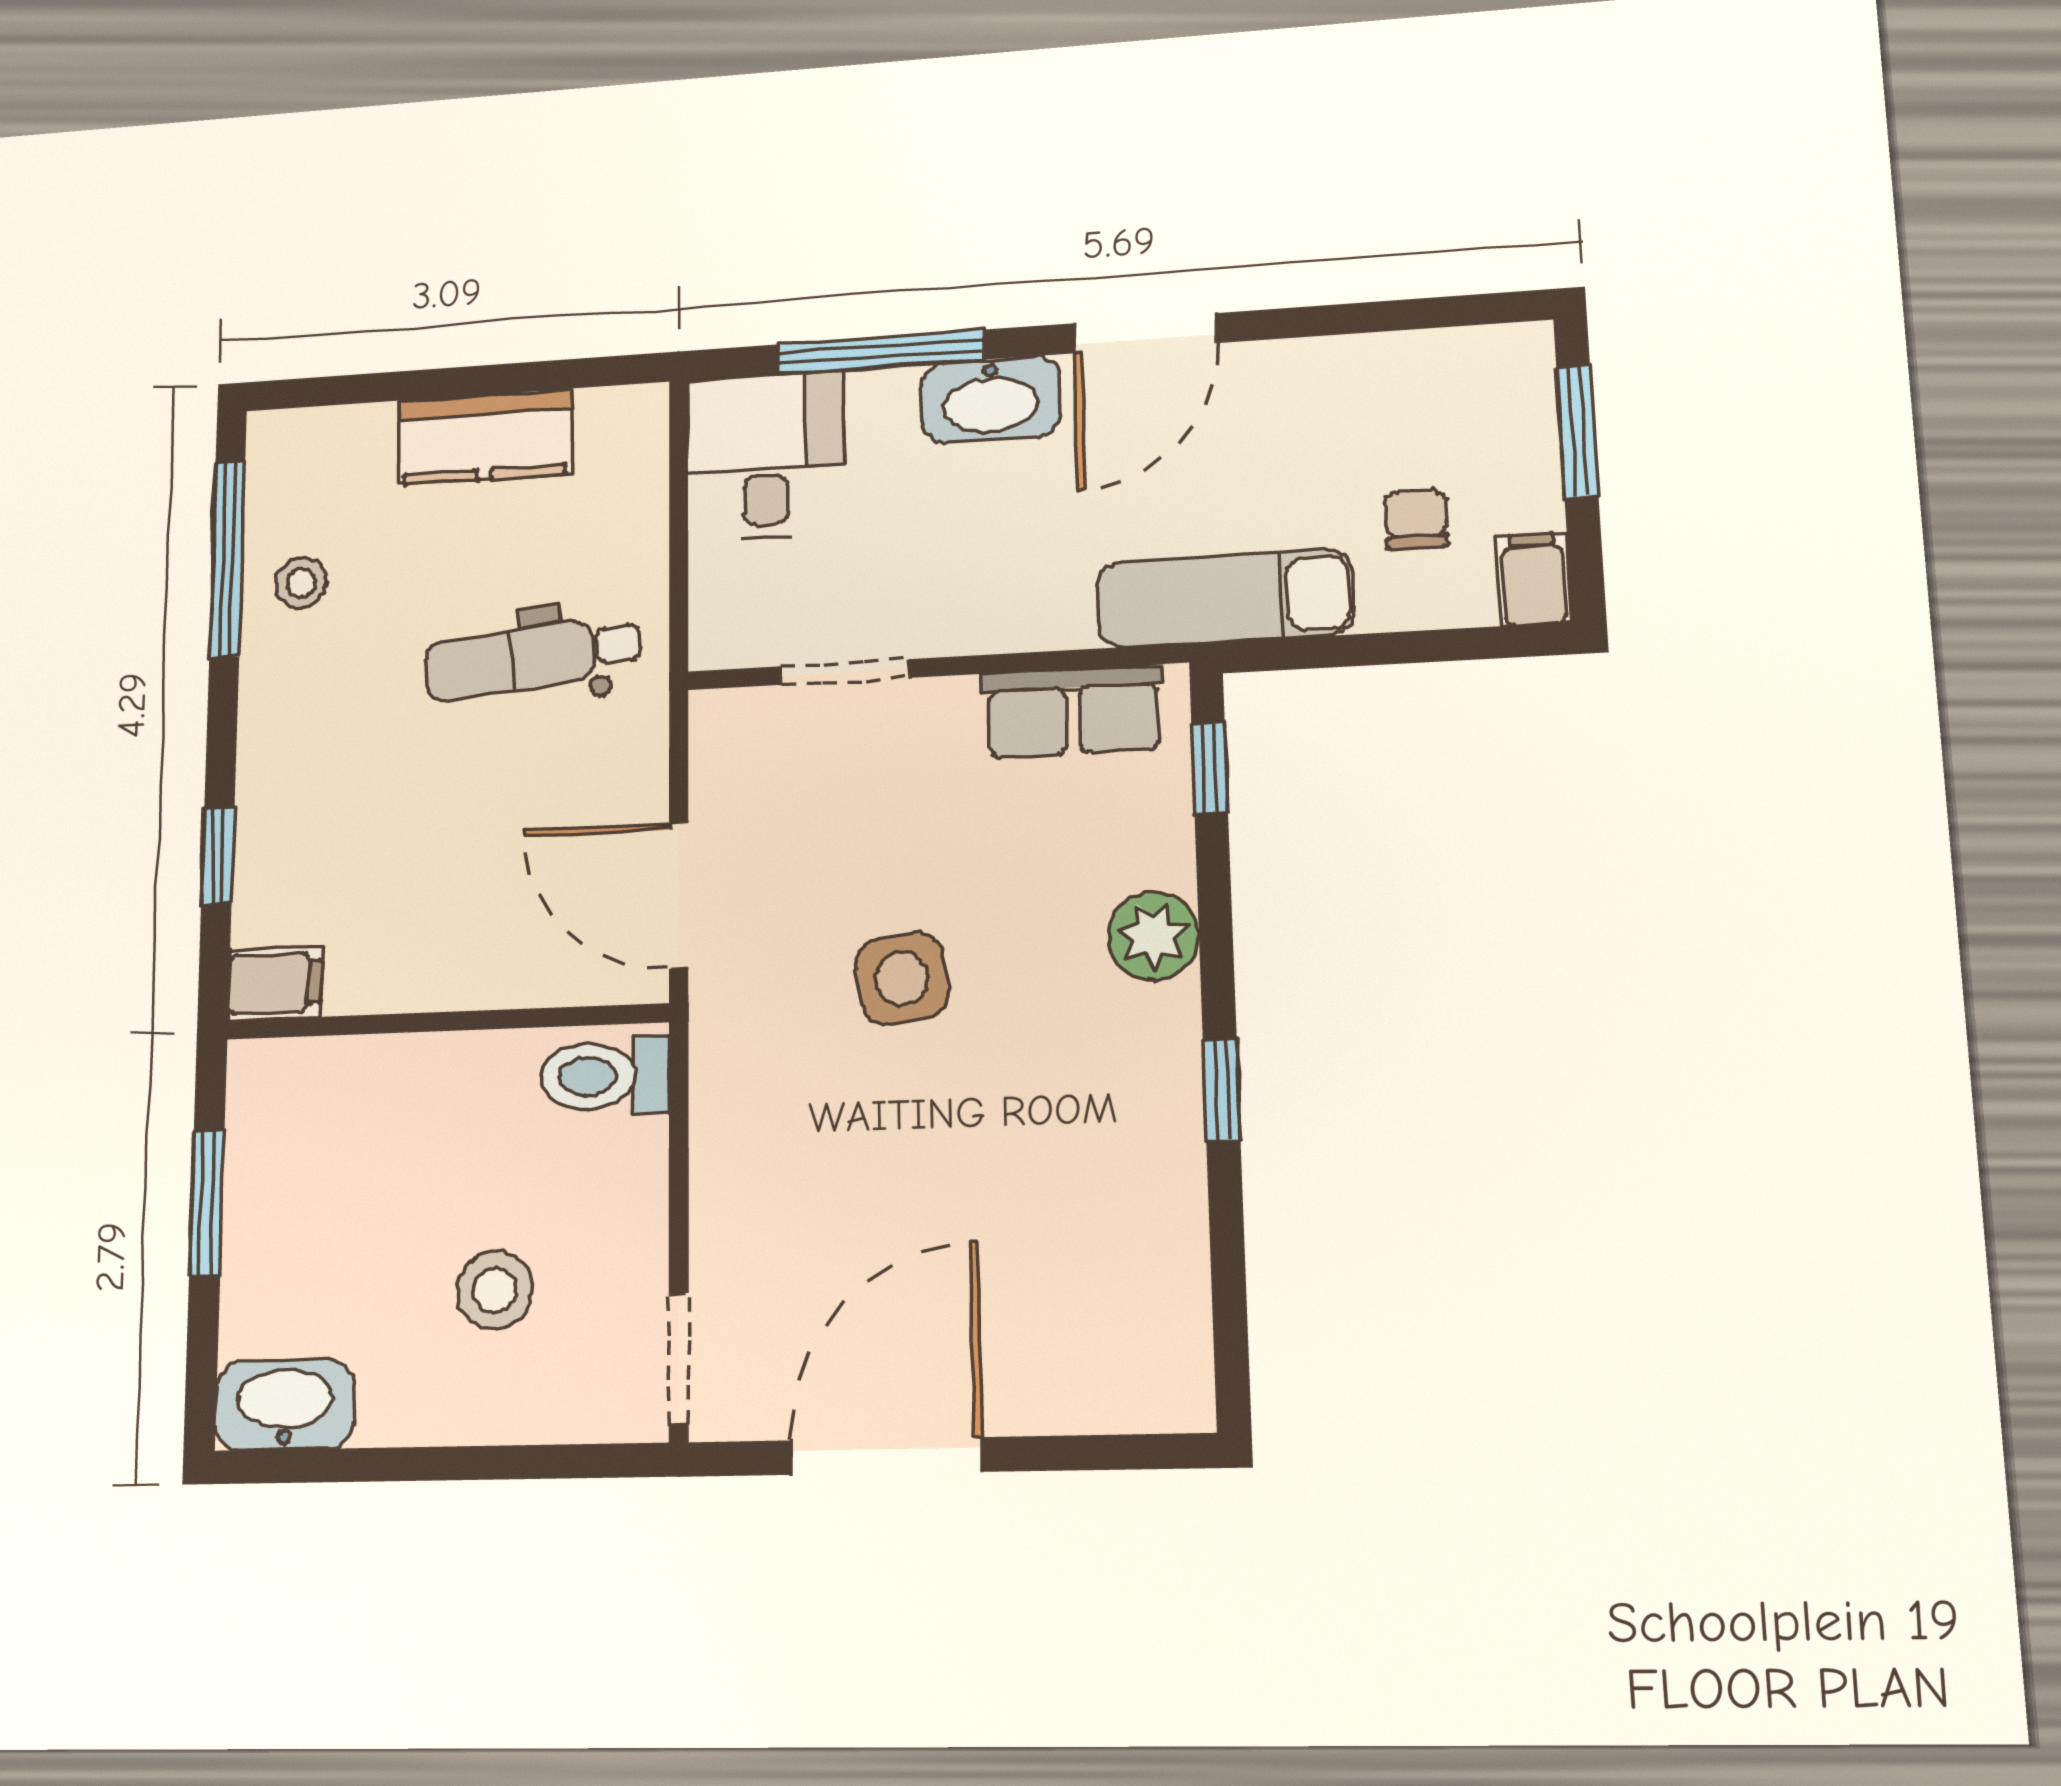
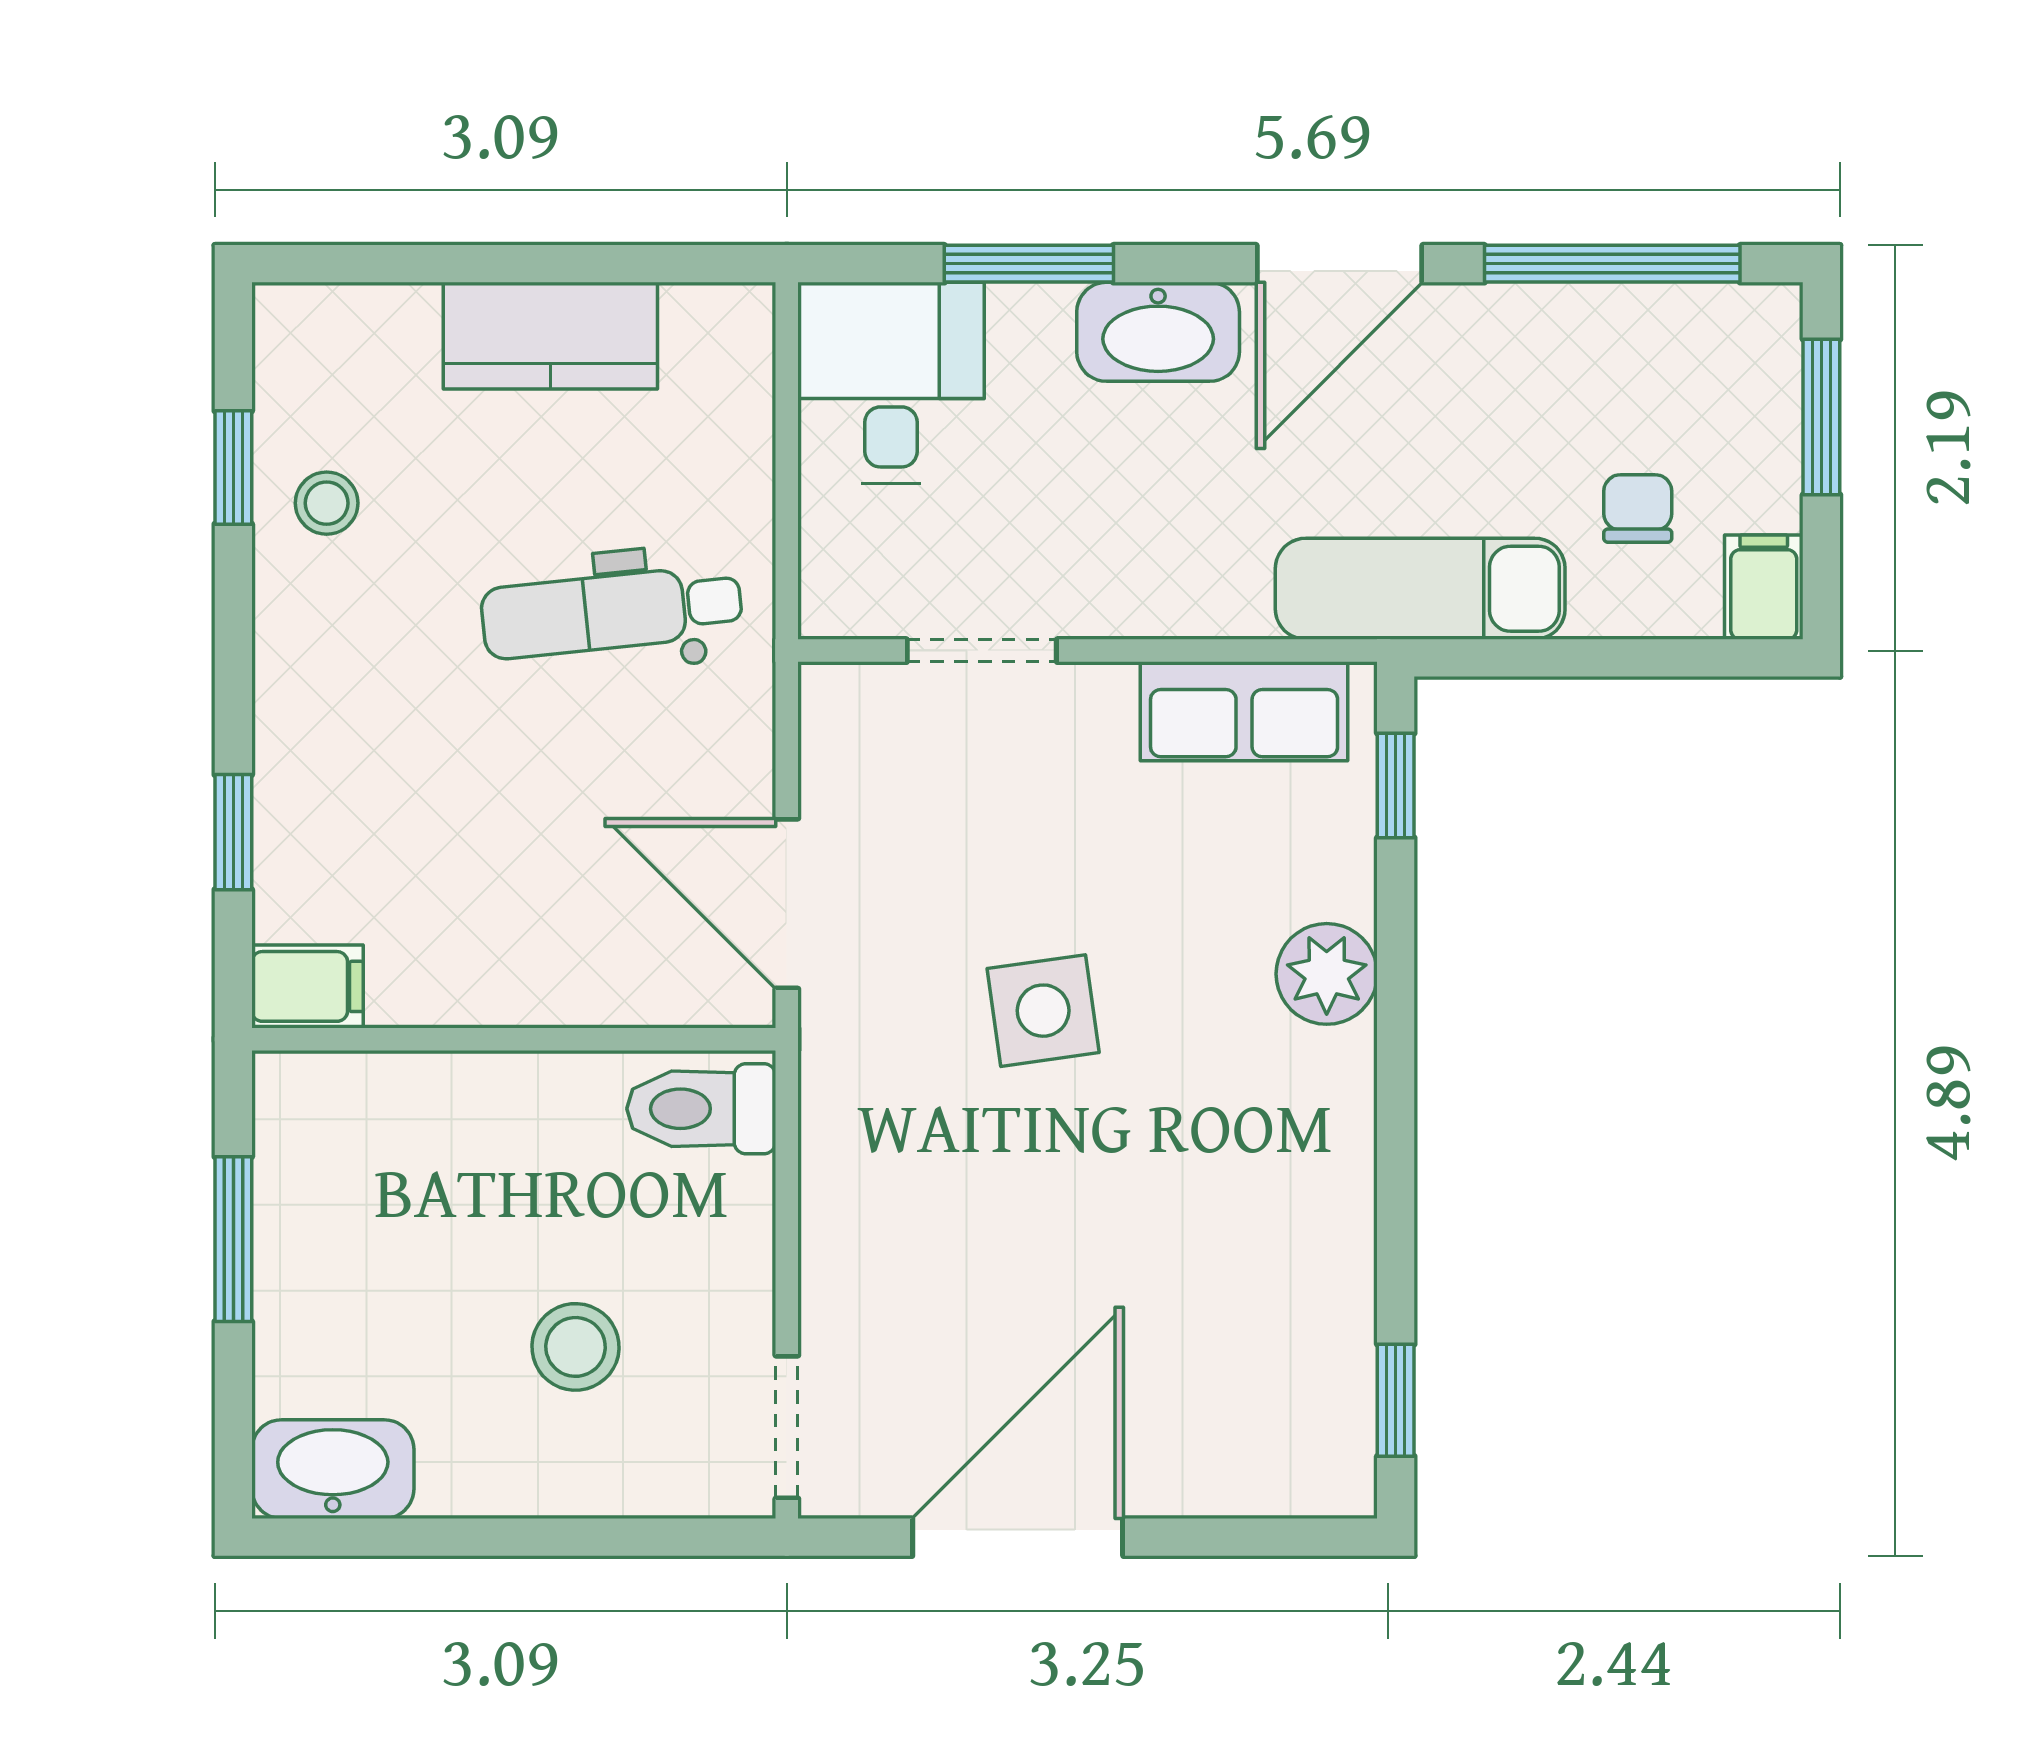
window: (1383, 316) -> (1612, 264), added
window: (880, 352) -> (1029, 264), width x0.69
window: (227, 559) -> (233, 468), width x0.46
window: (1222, 1090) -> (1396, 1400), moved

